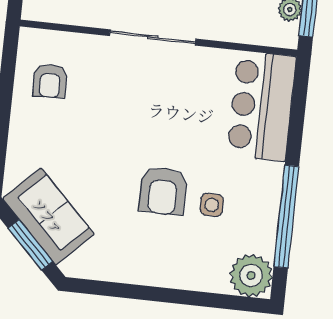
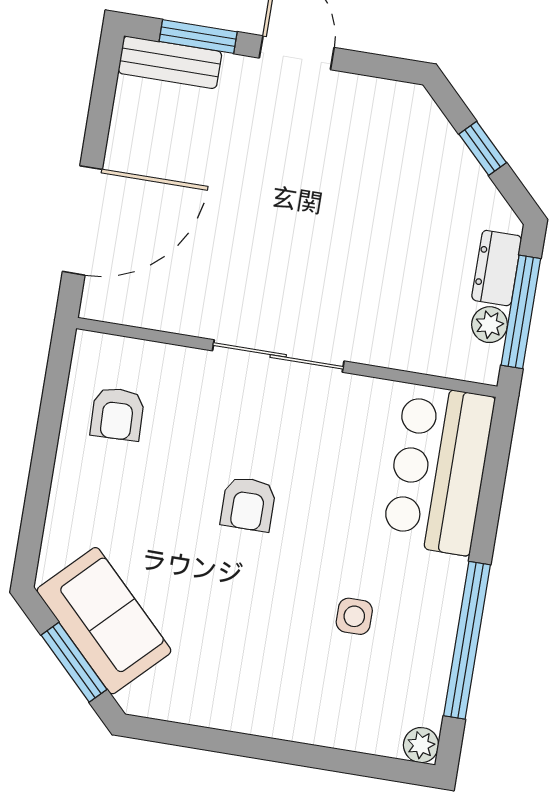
armchair: (163, 191) -> (248, 504), moved, width x0.72, depth x0.72
plant: (251, 276) -> (421, 745), width x0.53, depth x0.53

